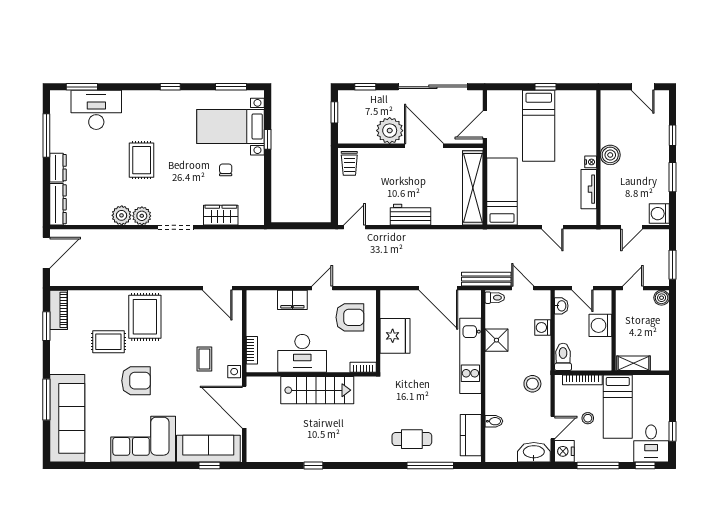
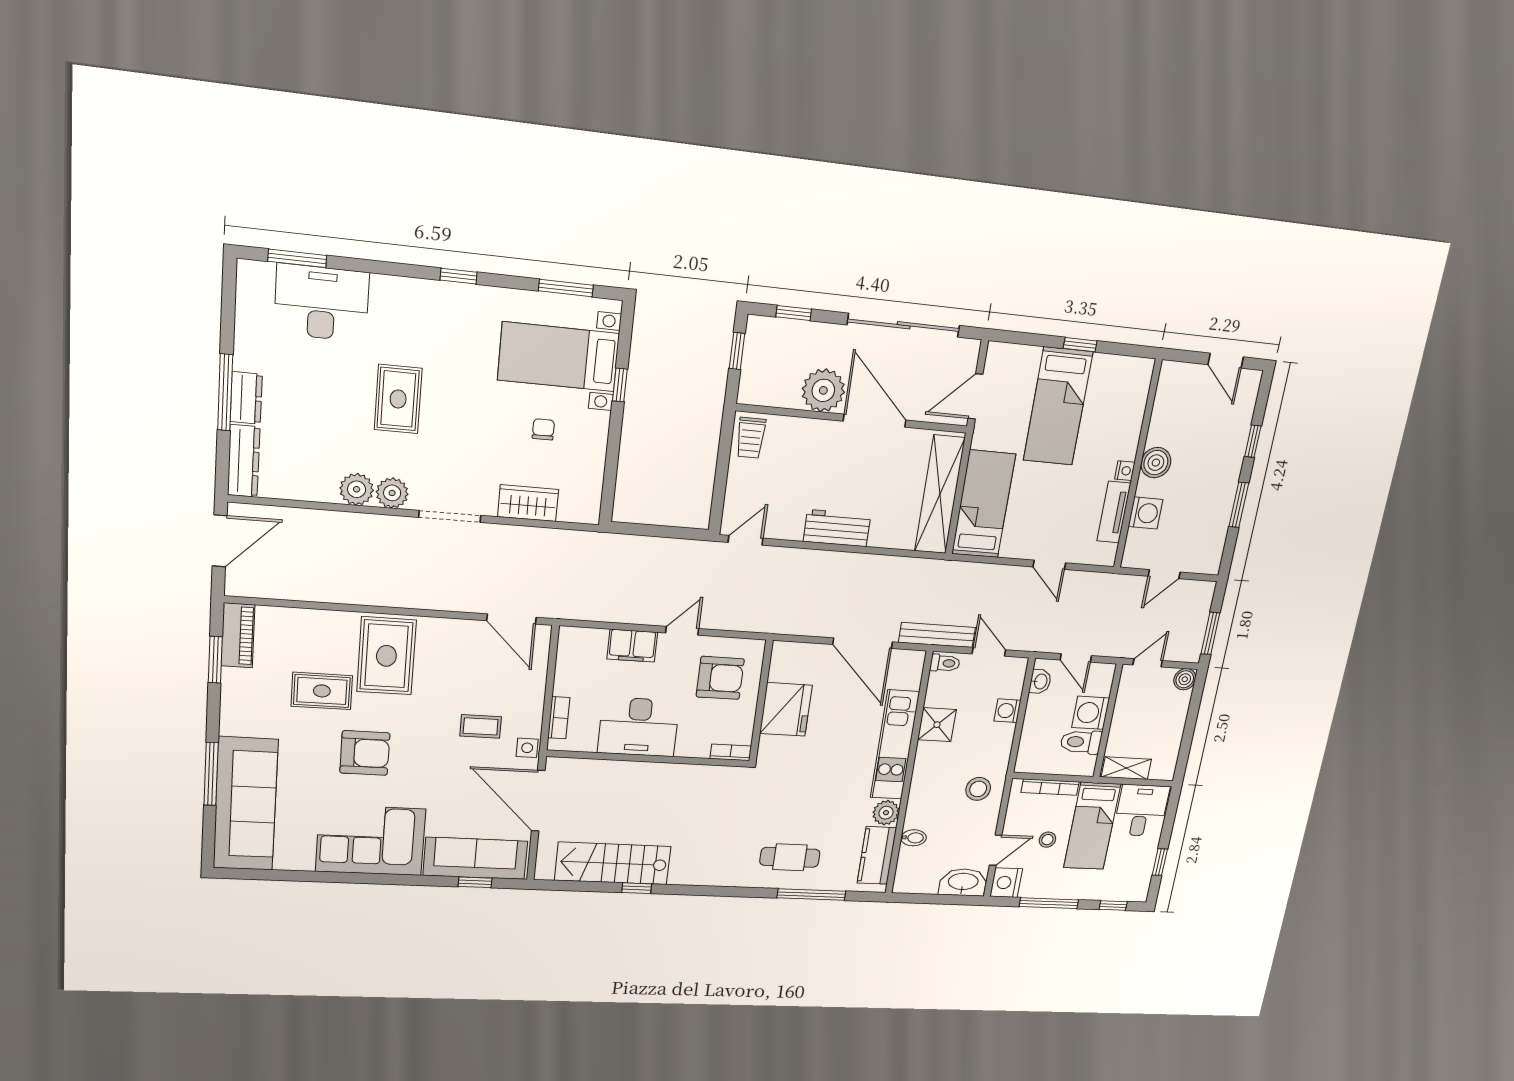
window: (46, 135) -> (225, 392), moved
washing machine: (659, 214) -> (1146, 513), moved, turned 180
toilet: (563, 357) -> (1081, 742), moved, turned -90
coffee table: (204, 359) -> (481, 726), turned 90
stairs: (317, 390) -> (613, 863), moved, turned 180
plant: (472, 404) -> (886, 813), added
desk: (651, 444) -> (1141, 810), moved, turned 180

